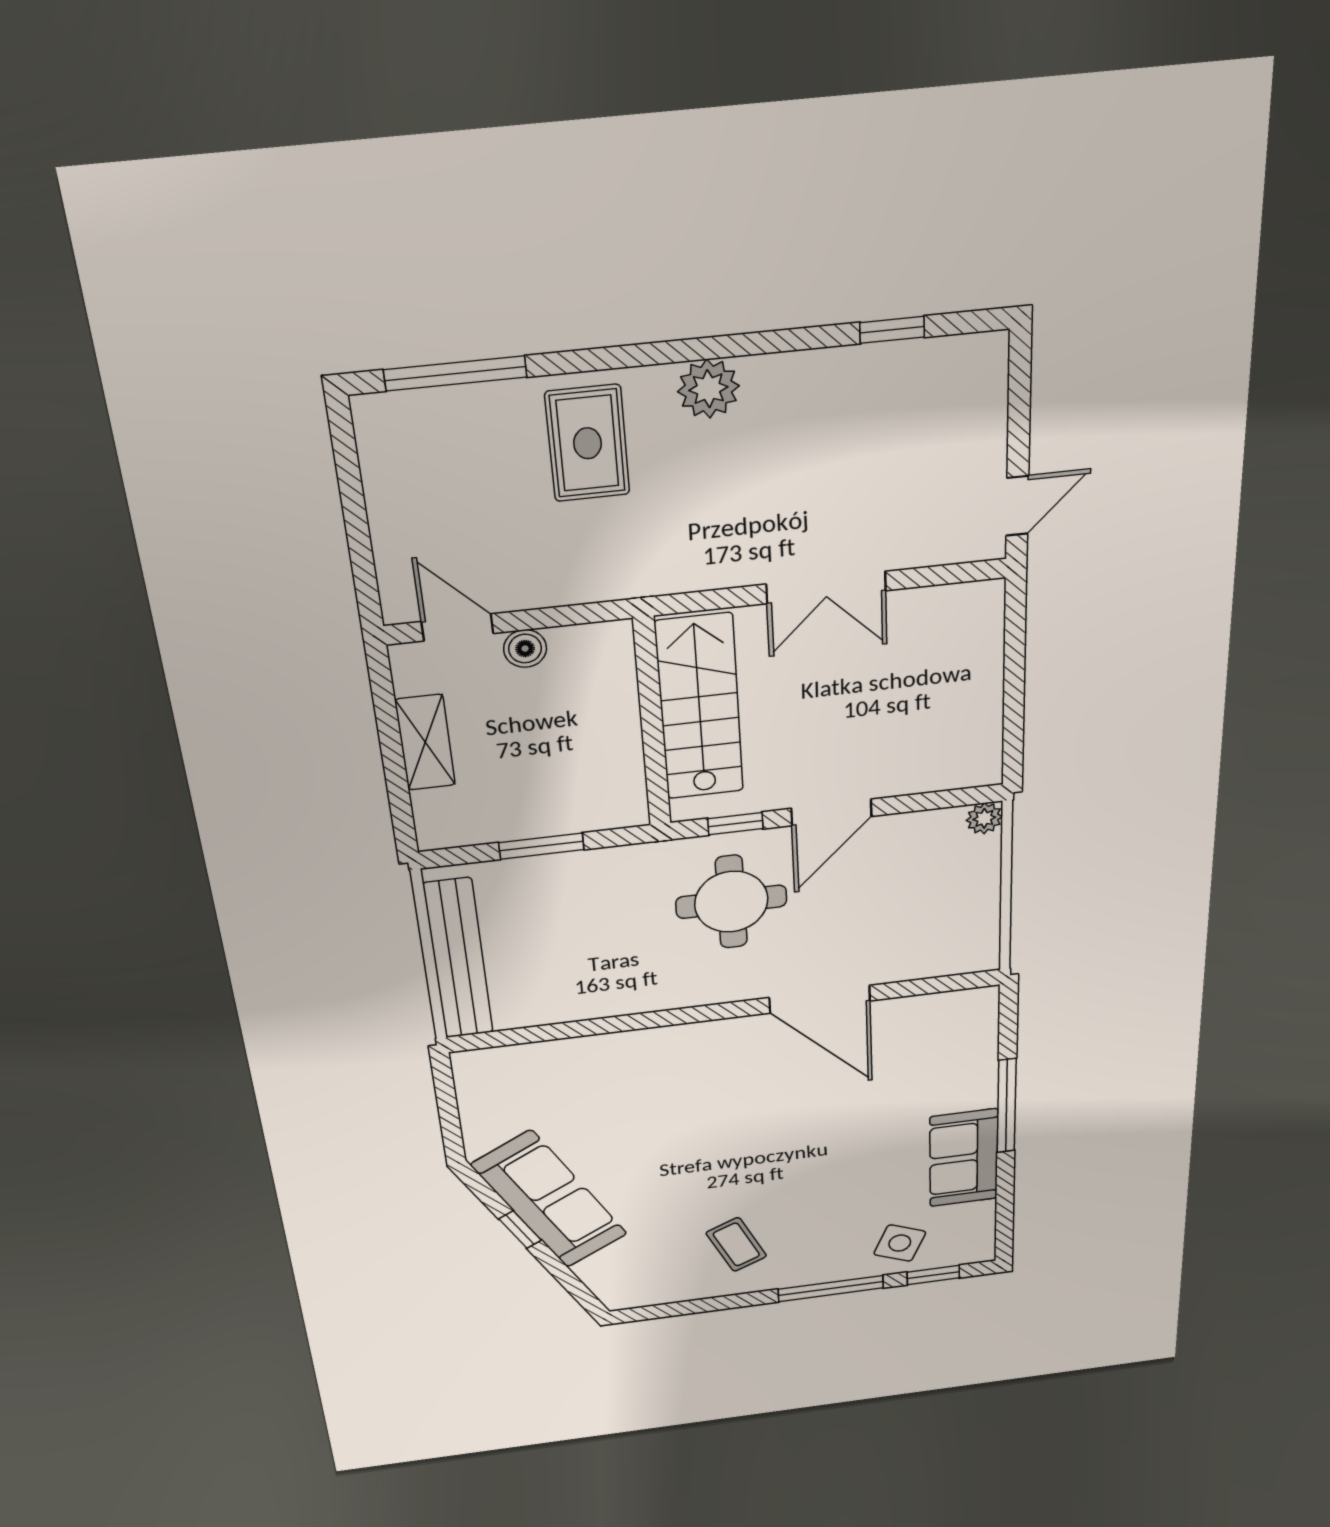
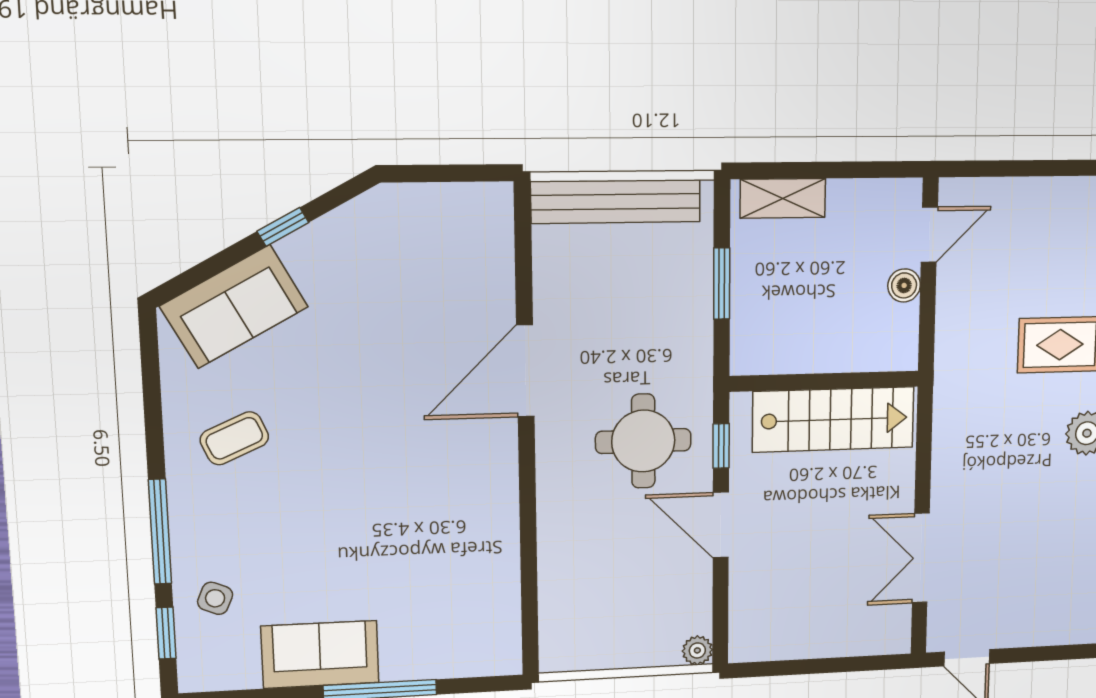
double door: (826, 587) -> (921, 558), moved
shelving: (425, 742) -> (783, 198), moved
door: (820, 999) -> (525, 371), moved
sofa: (550, 1200) -> (234, 307), moved, width x0.73
side table: (900, 1243) -> (215, 598), width x0.73, depth x0.73

